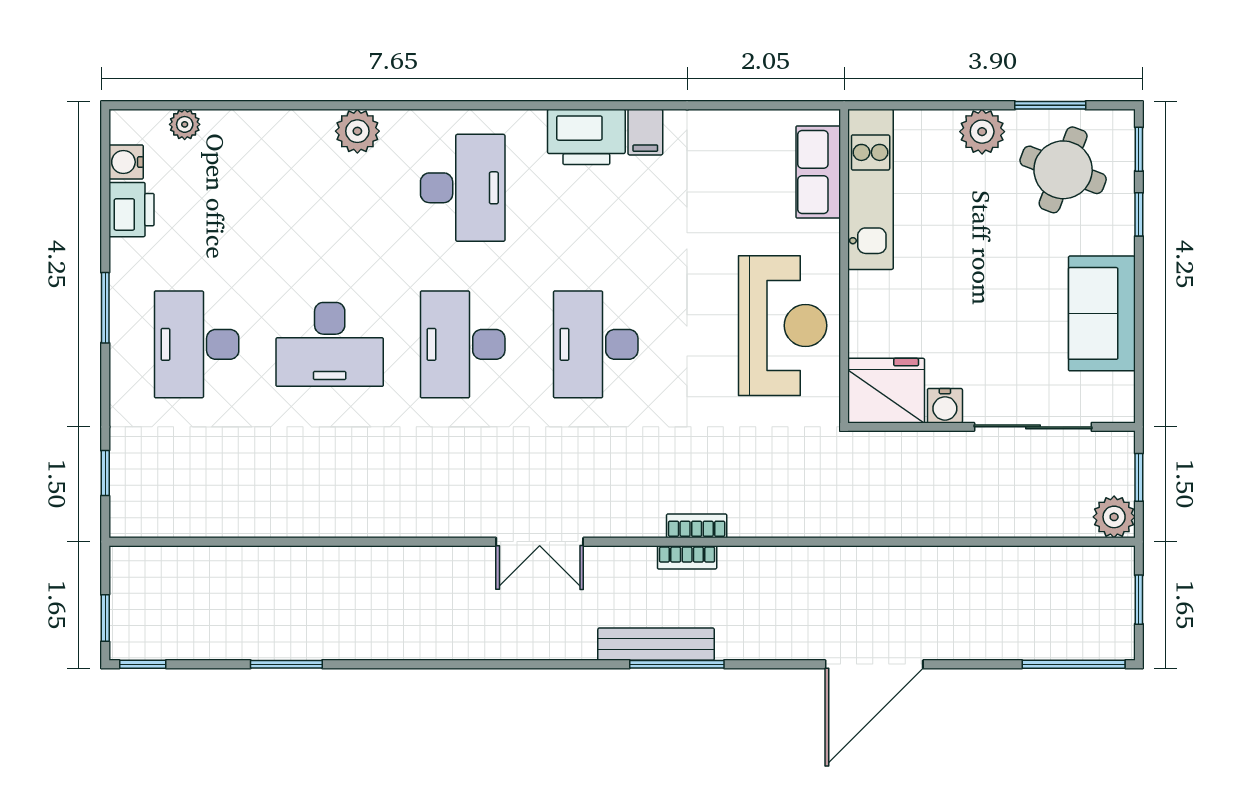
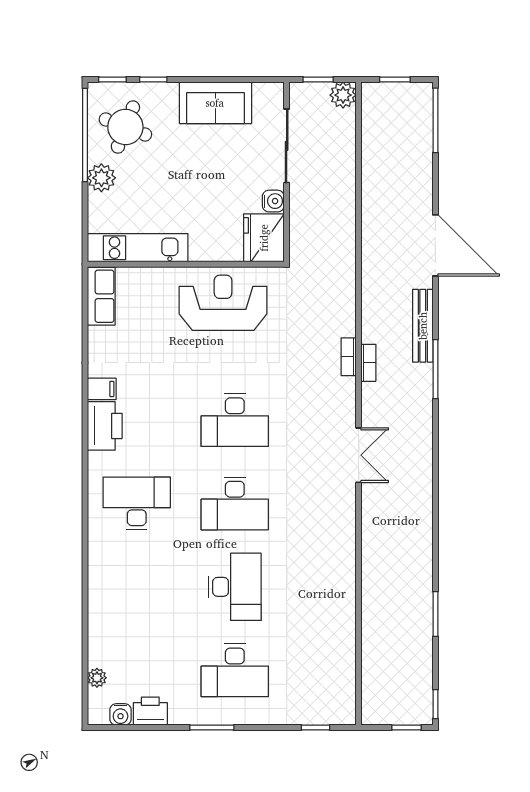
window: (1050, 105) -> (85, 135), width x2.11
plant: (357, 131) -> (101, 569), removed
row of seats: (818, 172) -> (101, 296), moved, turned -90
bench: (656, 644) -> (423, 326), moved

